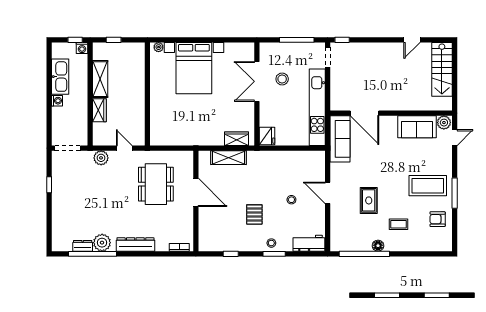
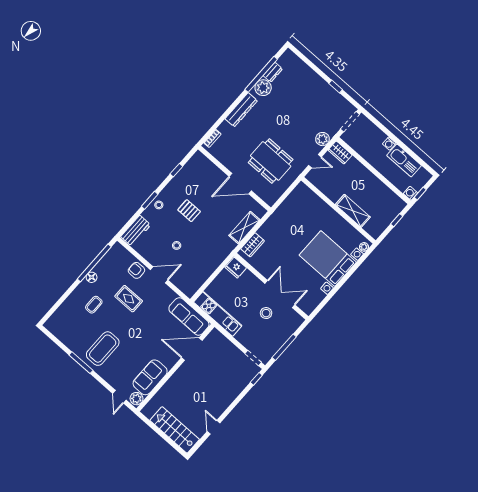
shelving: (100, 79) -> (353, 211), moved
kitchen unit: (317, 107) -> (218, 314), width x0.73
wardrobe: (99, 110) -> (340, 153), moved
armchair: (438, 219) -> (136, 270), moved, turned -90

